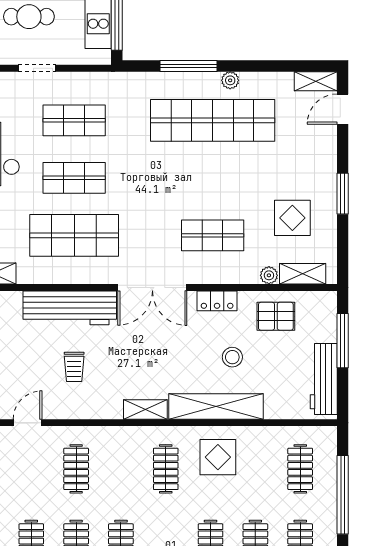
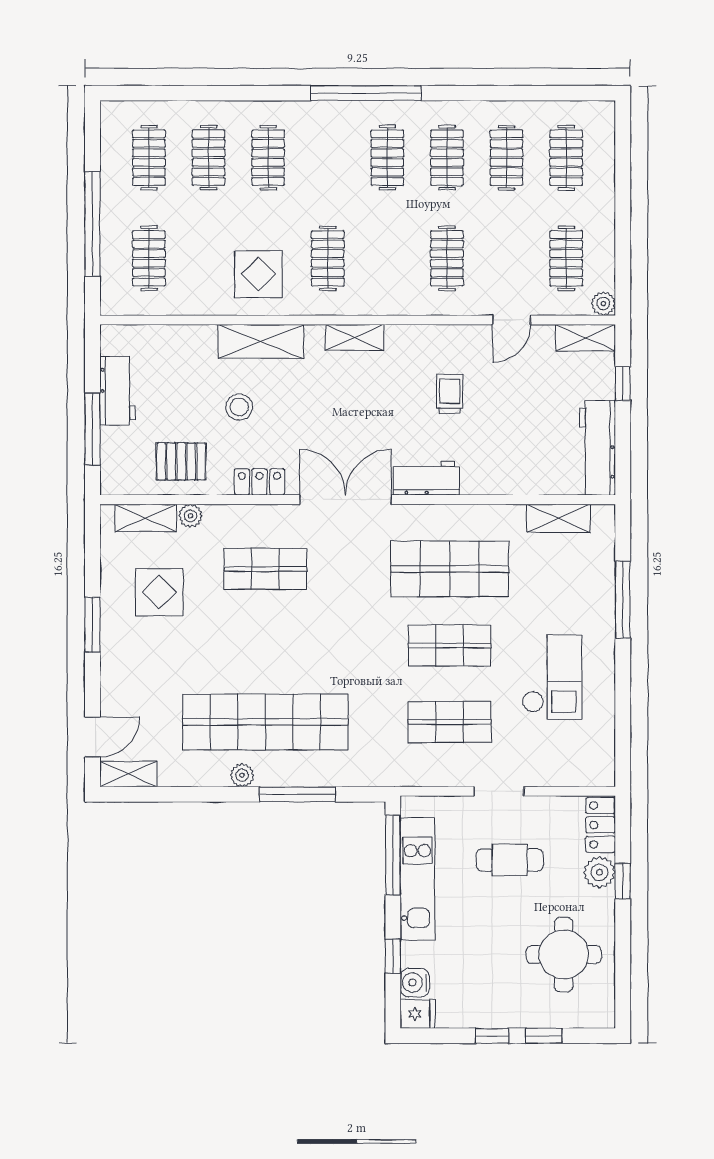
workbench: (70, 308) -> (427, 478), width x0.53, depth x0.76
workbench: (324, 379) -> (118, 391), width x0.73
shelving: (216, 406) -> (261, 341), width x0.68

